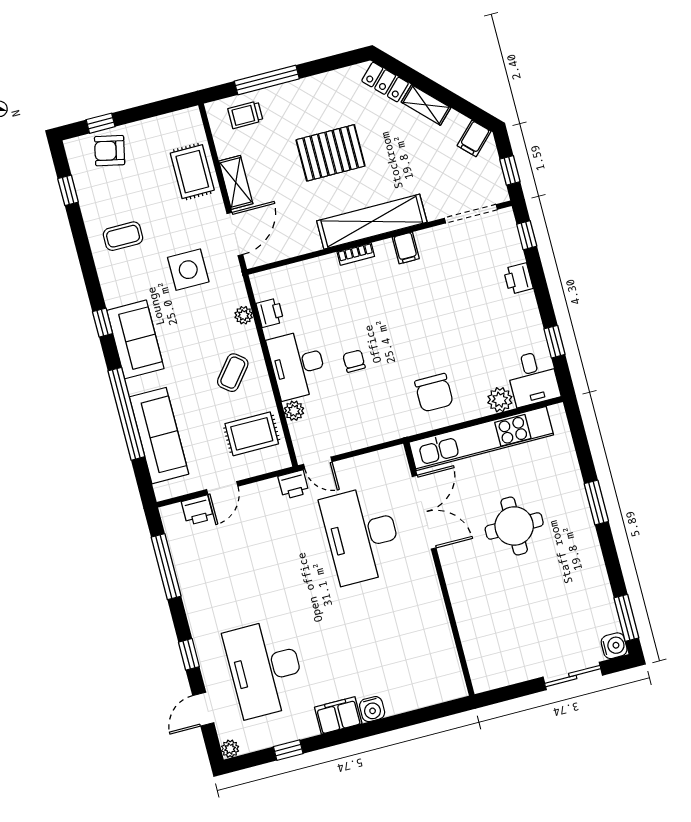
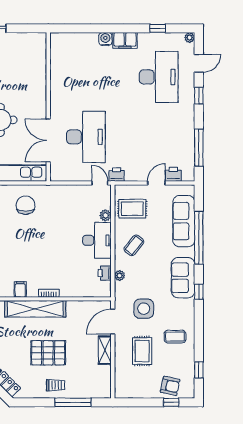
trolley: (245, 115) -> (56, 385), moved
rug: (192, 172) -> (142, 351), moved
chair: (354, 361) -> (65, 234), removed

